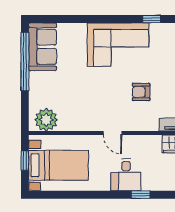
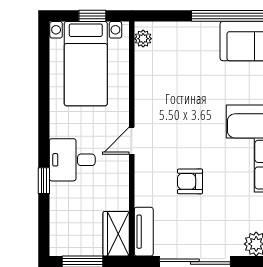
armchair: (141, 92) -> (190, 181), turned -90
plant: (46, 120) -> (143, 39), width x0.53, depth x0.53

